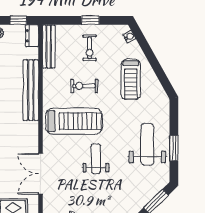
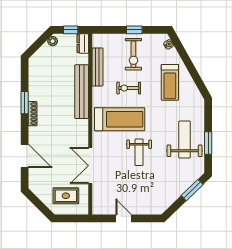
bench: (49, 47) -> (97, 67), moved
exercise bike: (90, 48) -> (133, 54), width x1.38, depth x1.39
weight bench: (96, 159) -> (139, 152), turned 180

